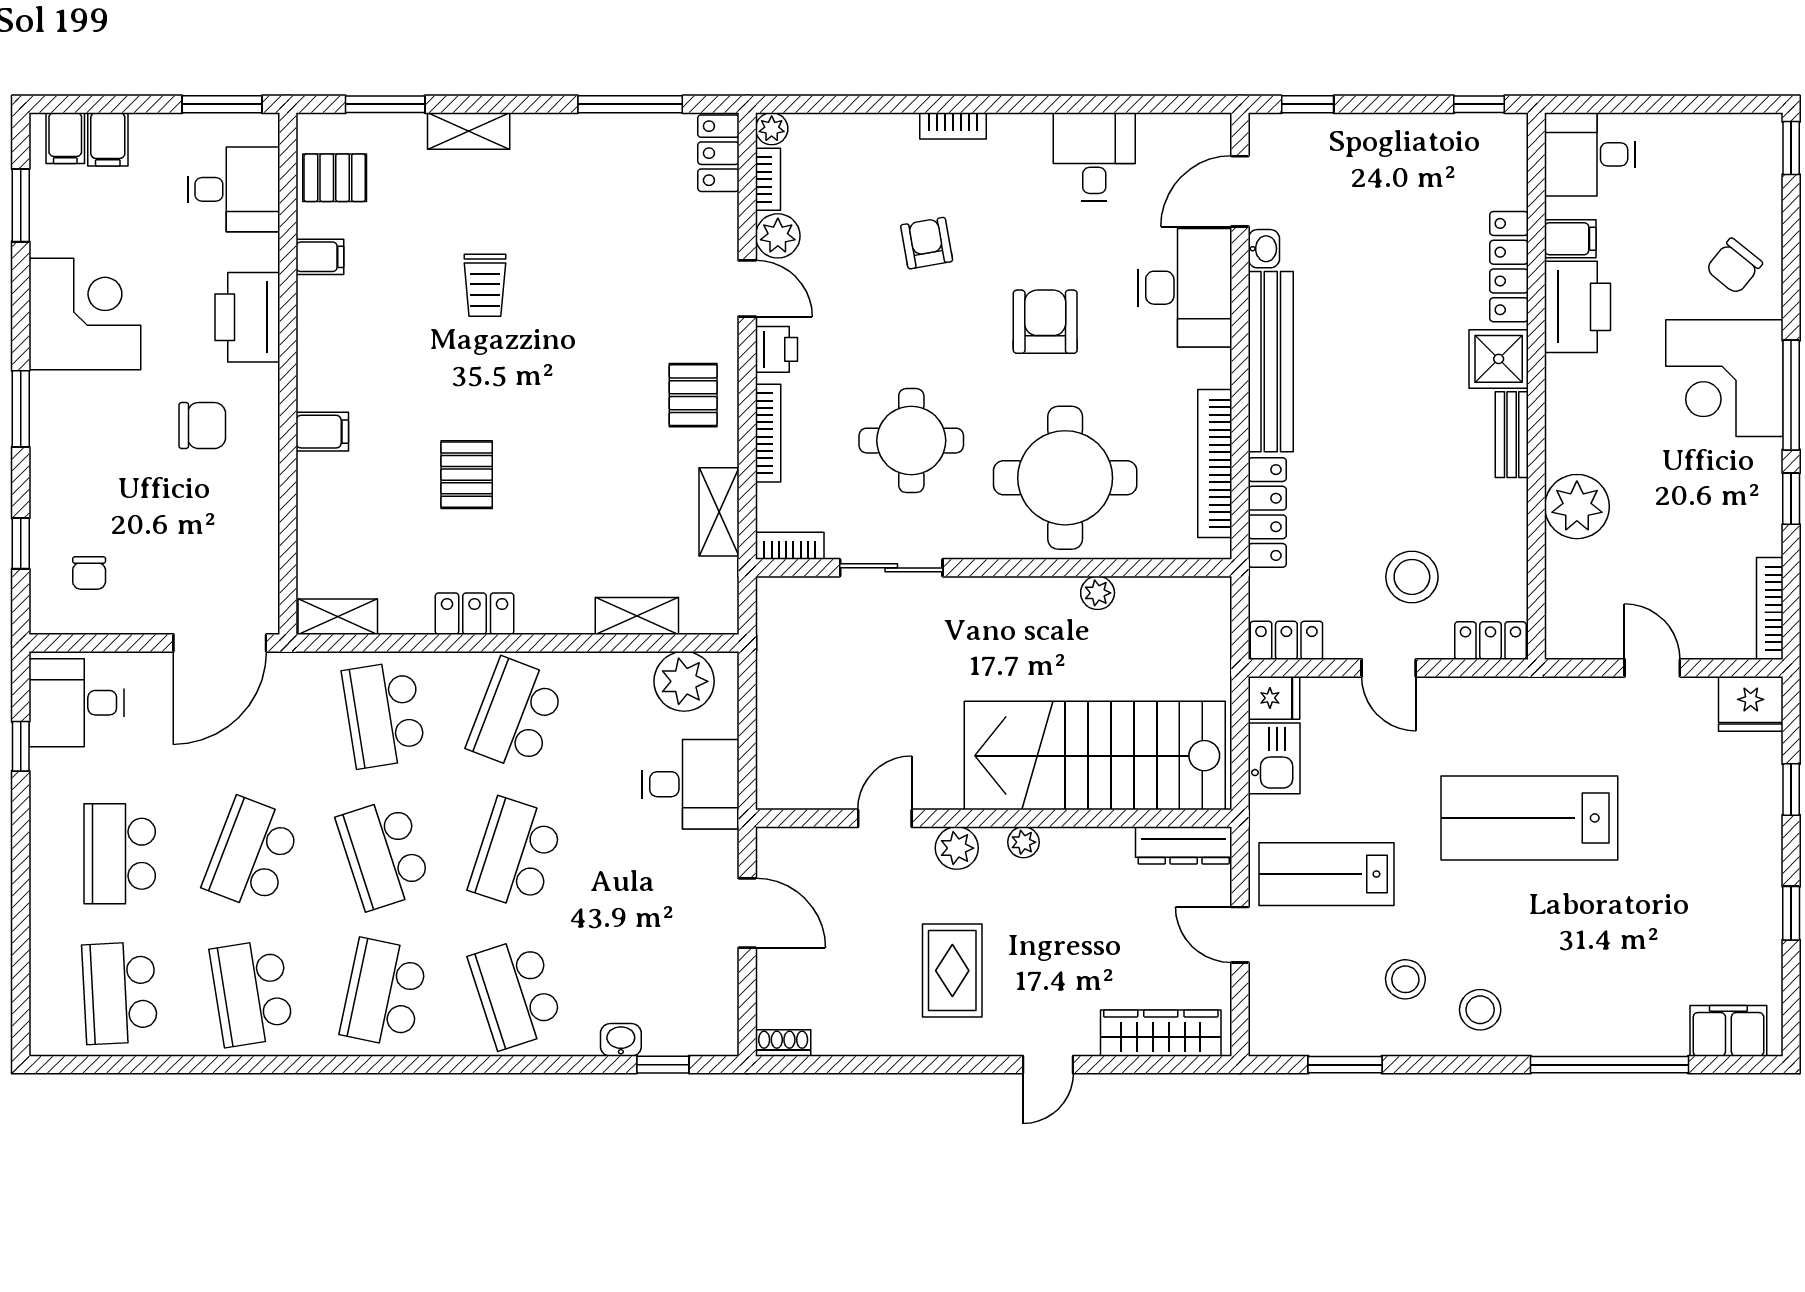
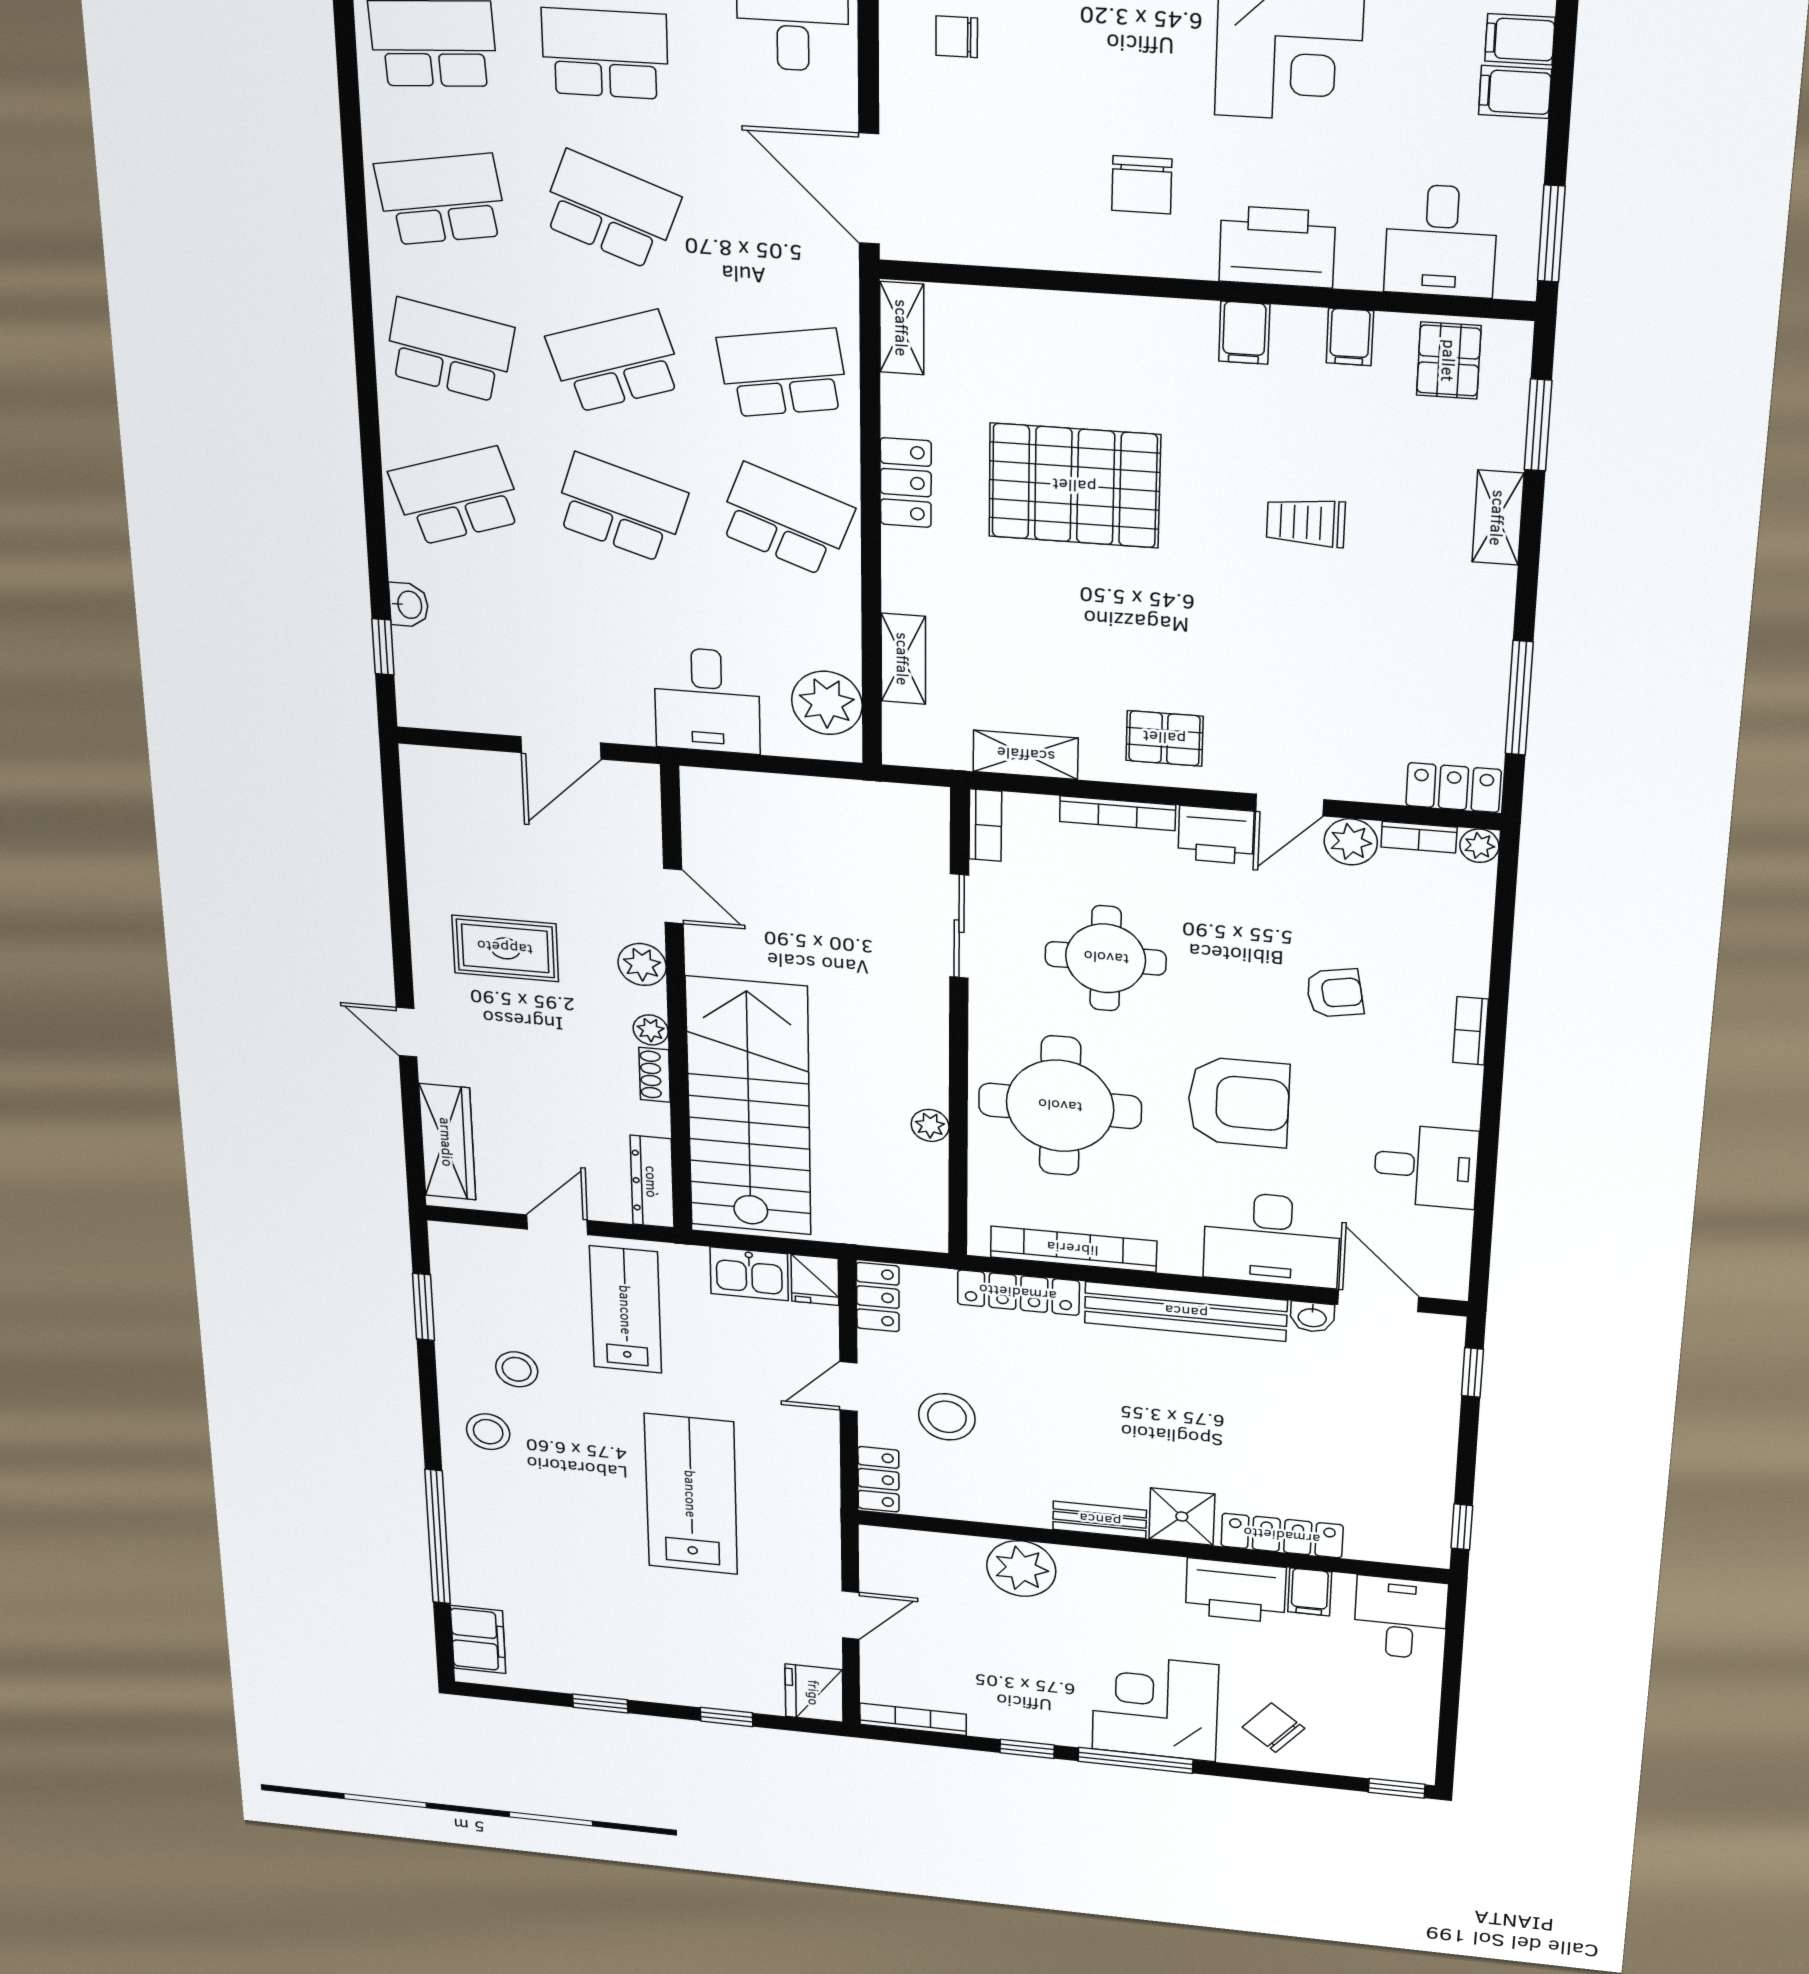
armchair: (1045, 322) -> (1238, 1102), width x1.36, depth x1.36
printer: (776, 349) -> (1216, 835), width x1.36, depth x1.24
filing cabinet: (322, 432) -> (1244, 333), moved
pallet: (467, 475) -> (1074, 486), width x2.05, depth x2.00
shoe rack: (783, 1043) -> (655, 1075), moved, turned 180

